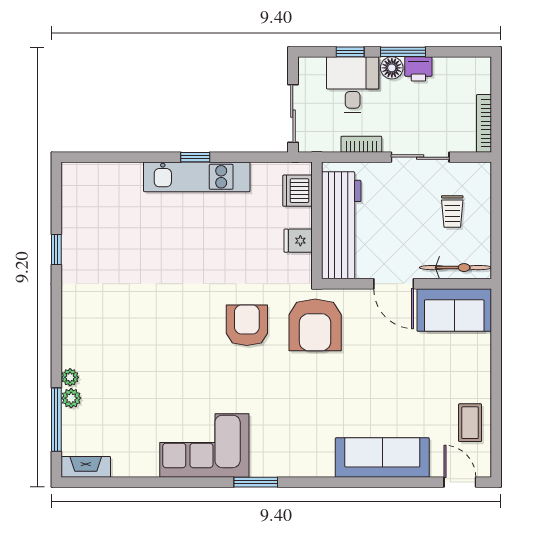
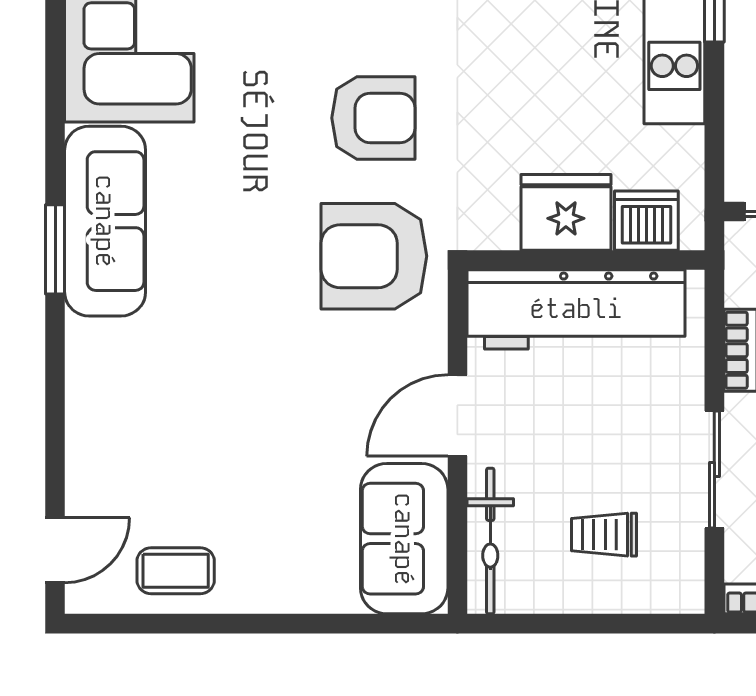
fridge: (298, 241) -> (566, 212), width x1.88, depth x1.34
sofa: (382, 457) -> (105, 221), moved
window: (256, 482) -> (55, 249), moved

